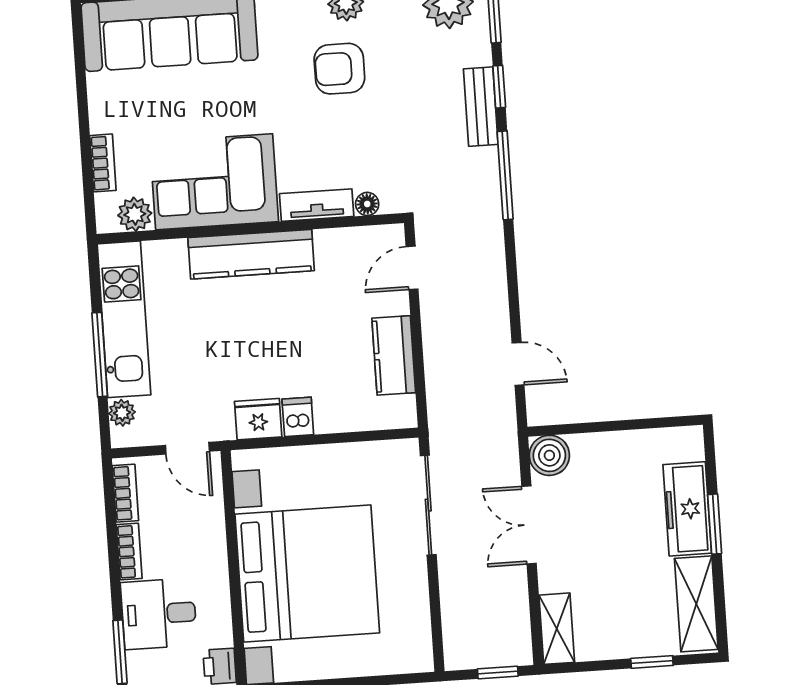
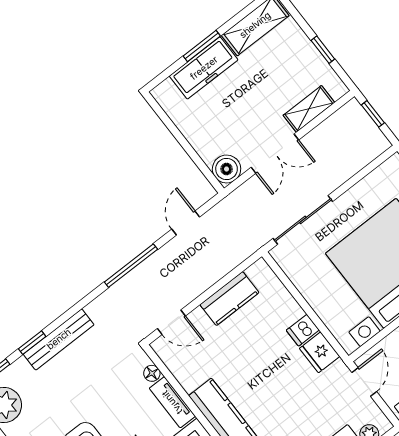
bench: (481, 107) -> (59, 339), width x1.36
window: (505, 175) -> (131, 266), moved
shelving: (557, 629) -> (309, 109), moved
window: (652, 662) -> (323, 50), moved

